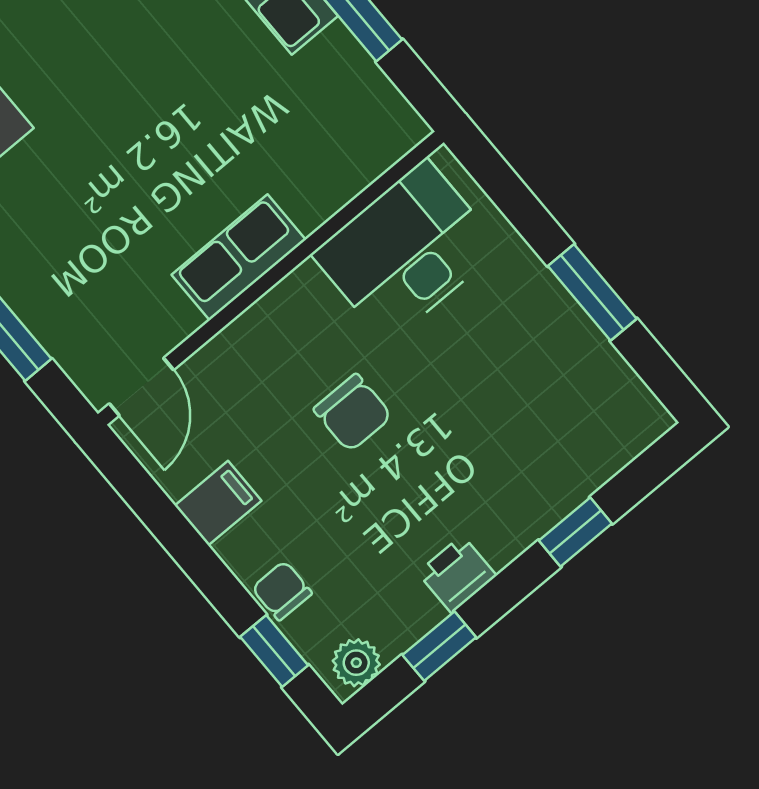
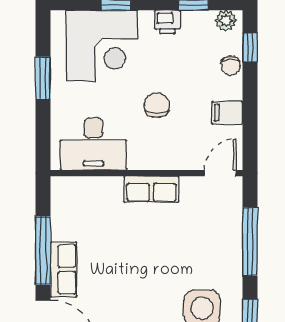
corner desk: (537, 436) -> (102, 46), added

